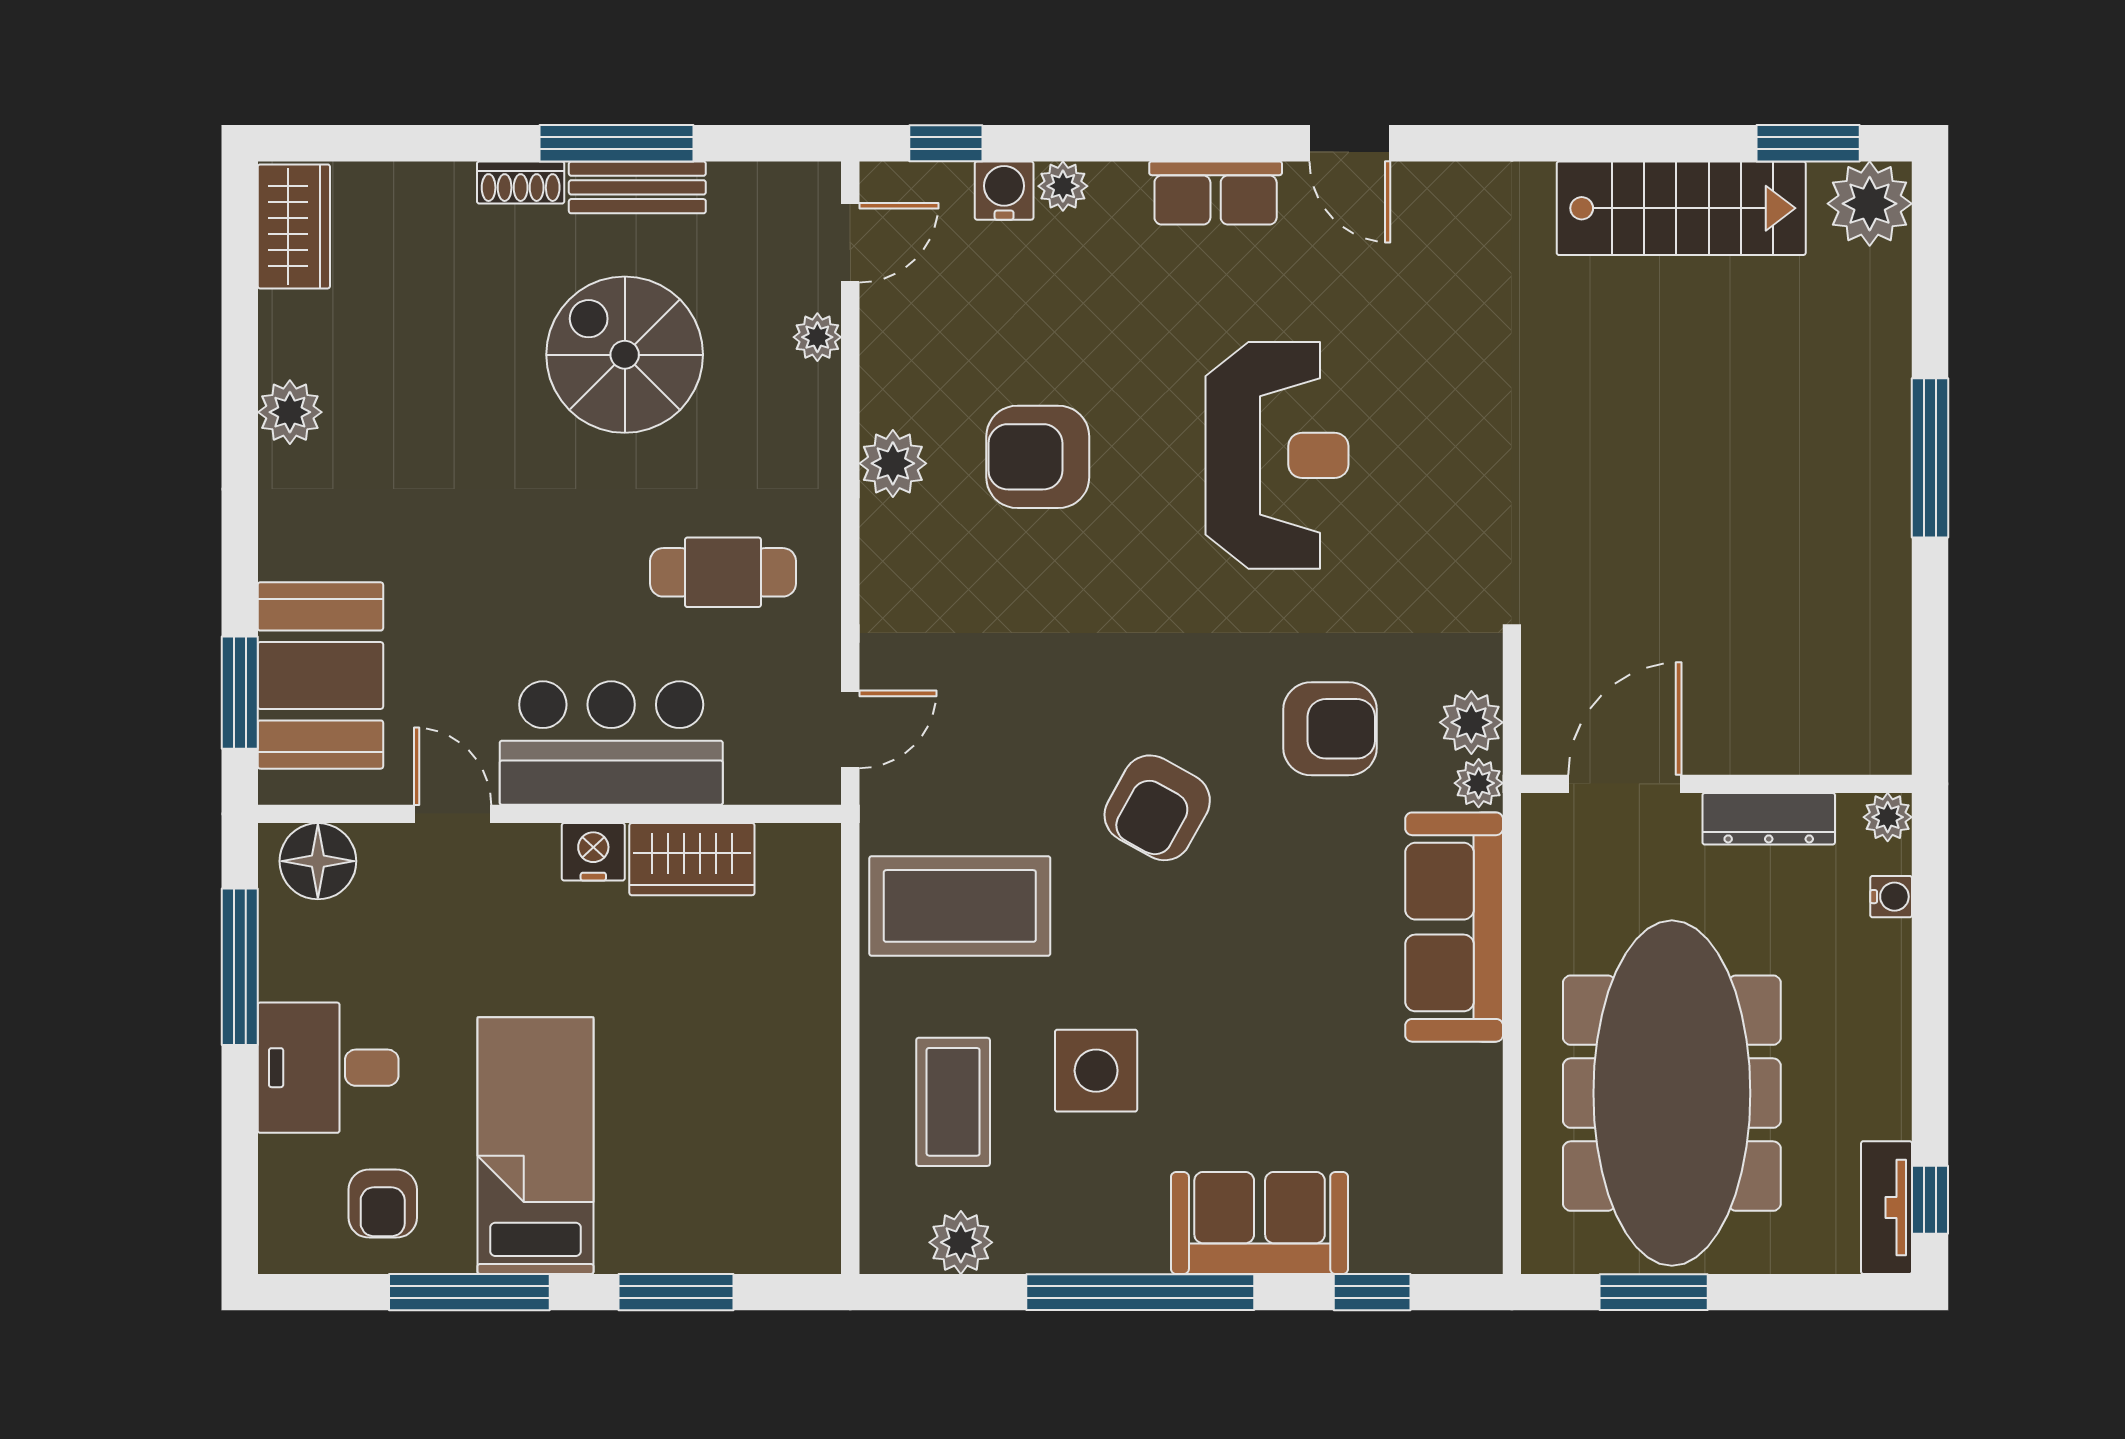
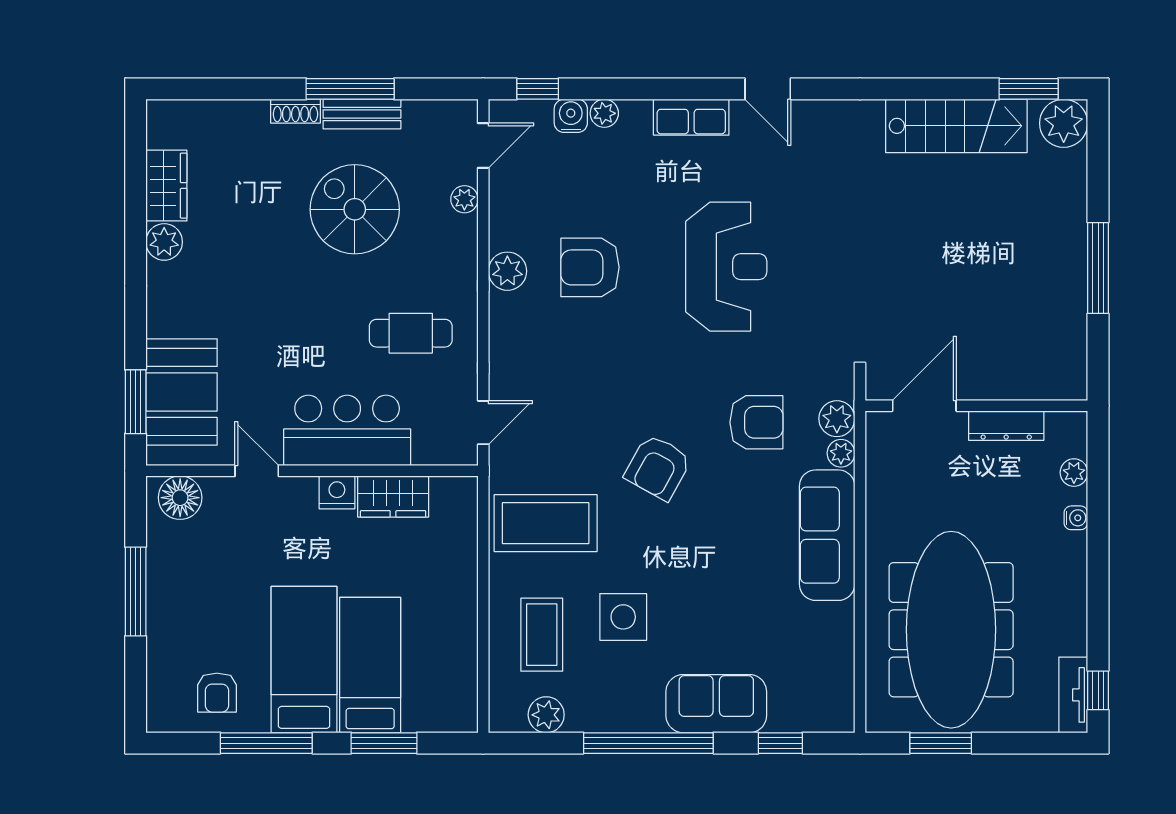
wardrobe: (294, 226) -> (166, 186), moved
door: (1625, 784) -> (924, 406), moved
wall: (1716, 784) -> (976, 406), moved
dresser: (1769, 819) -> (1006, 426), moved
window: (240, 967) -> (136, 592), moved
desk: (328, 1068) -> (186, 615), removed
bed: (652, 1155) -> (370, 665), added

